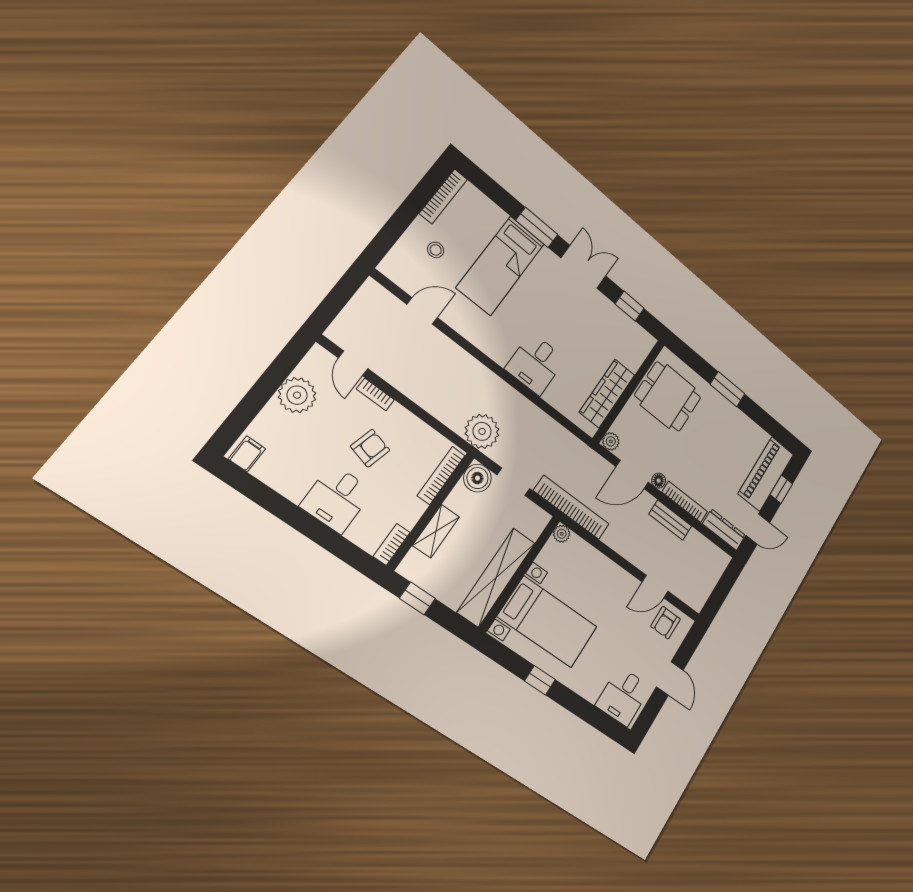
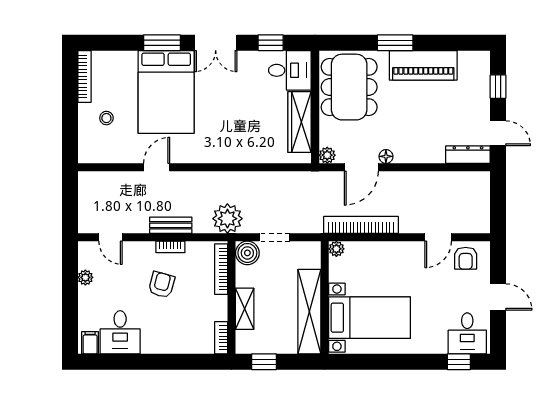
bed: (501, 266) -> (166, 92), width x1.50
double door: (584, 267) -> (216, 43), swing flipped
door: (422, 311) -> (157, 167), moved
desk: (535, 364) -> (290, 70), moved, turned -90
bookcase: (375, 394) -> (170, 247), moved
plant: (297, 395) -> (85, 277), width x0.53, depth x0.53
dining table: (668, 396) -> (349, 87), width x1.38
piano: (766, 474) -> (423, 65), moved, turned -90
desk: (337, 498) -> (120, 332), moved
bookcase: (685, 502) -> (419, 157), removed
bookcase: (572, 507) -> (361, 225), moved
bench: (670, 520) -> (171, 225), moved
door: (758, 529) -> (498, 133), hinge flipped
window: (540, 680) -> (459, 362), moved

